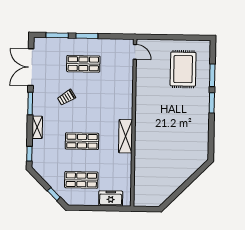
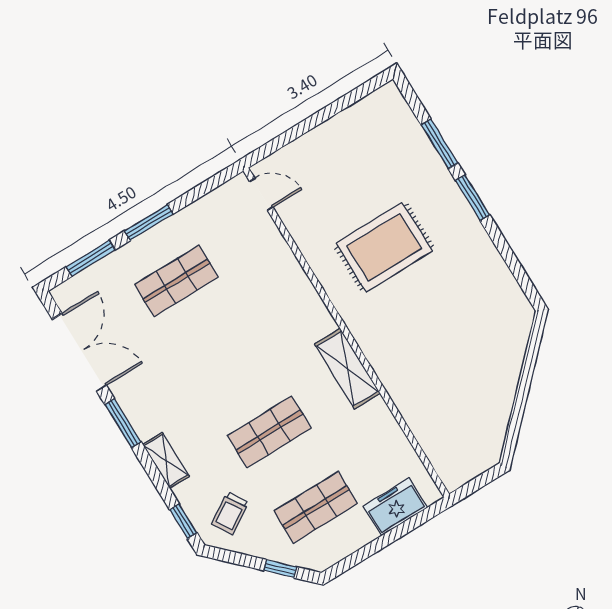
double door: (31, 67) -> (79, 352), swing flipped
rug: (183, 69) -> (384, 247), moved, turned 90
trolley: (66, 97) -> (230, 513), moved

